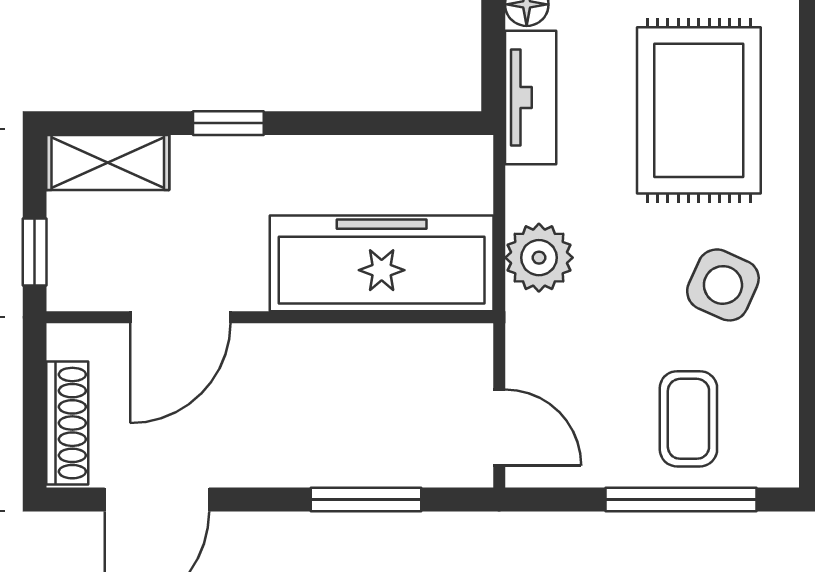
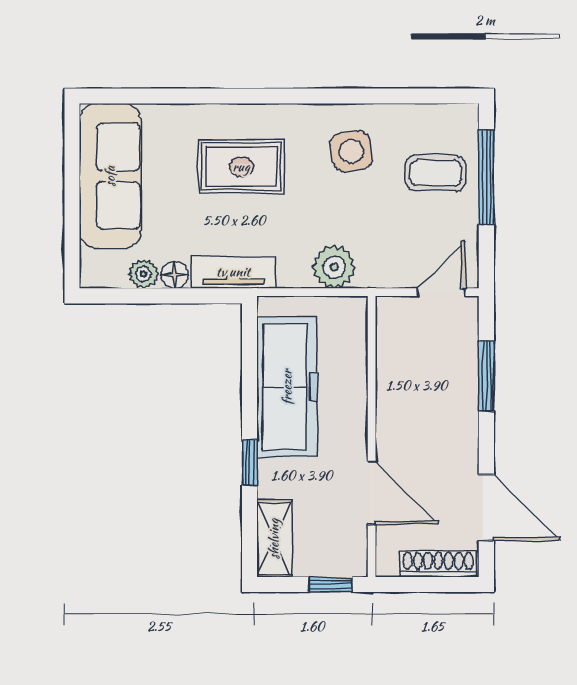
rug: (699, 110) -> (241, 167), width x0.73, depth x0.70
freezer: (382, 263) -> (287, 387), moved, turned 180
side table: (723, 285) -> (351, 151), turned -32

